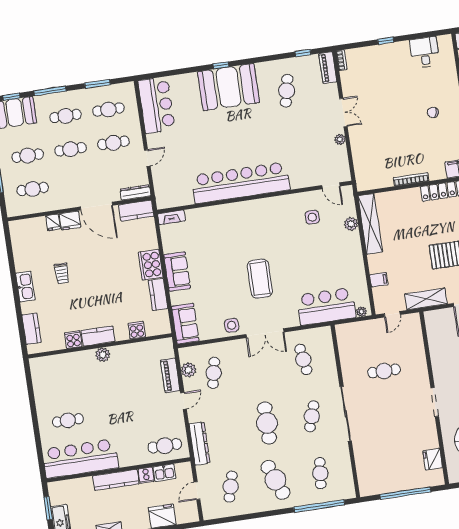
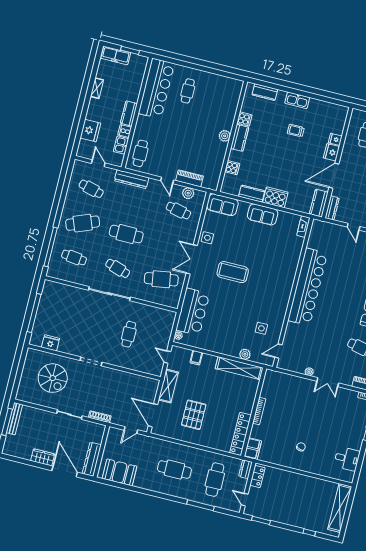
cafe table: (303, 359) -> (161, 279), width x1.37, depth x1.35
kitchen counter: (116, 480) -> (129, 114), width x0.67

